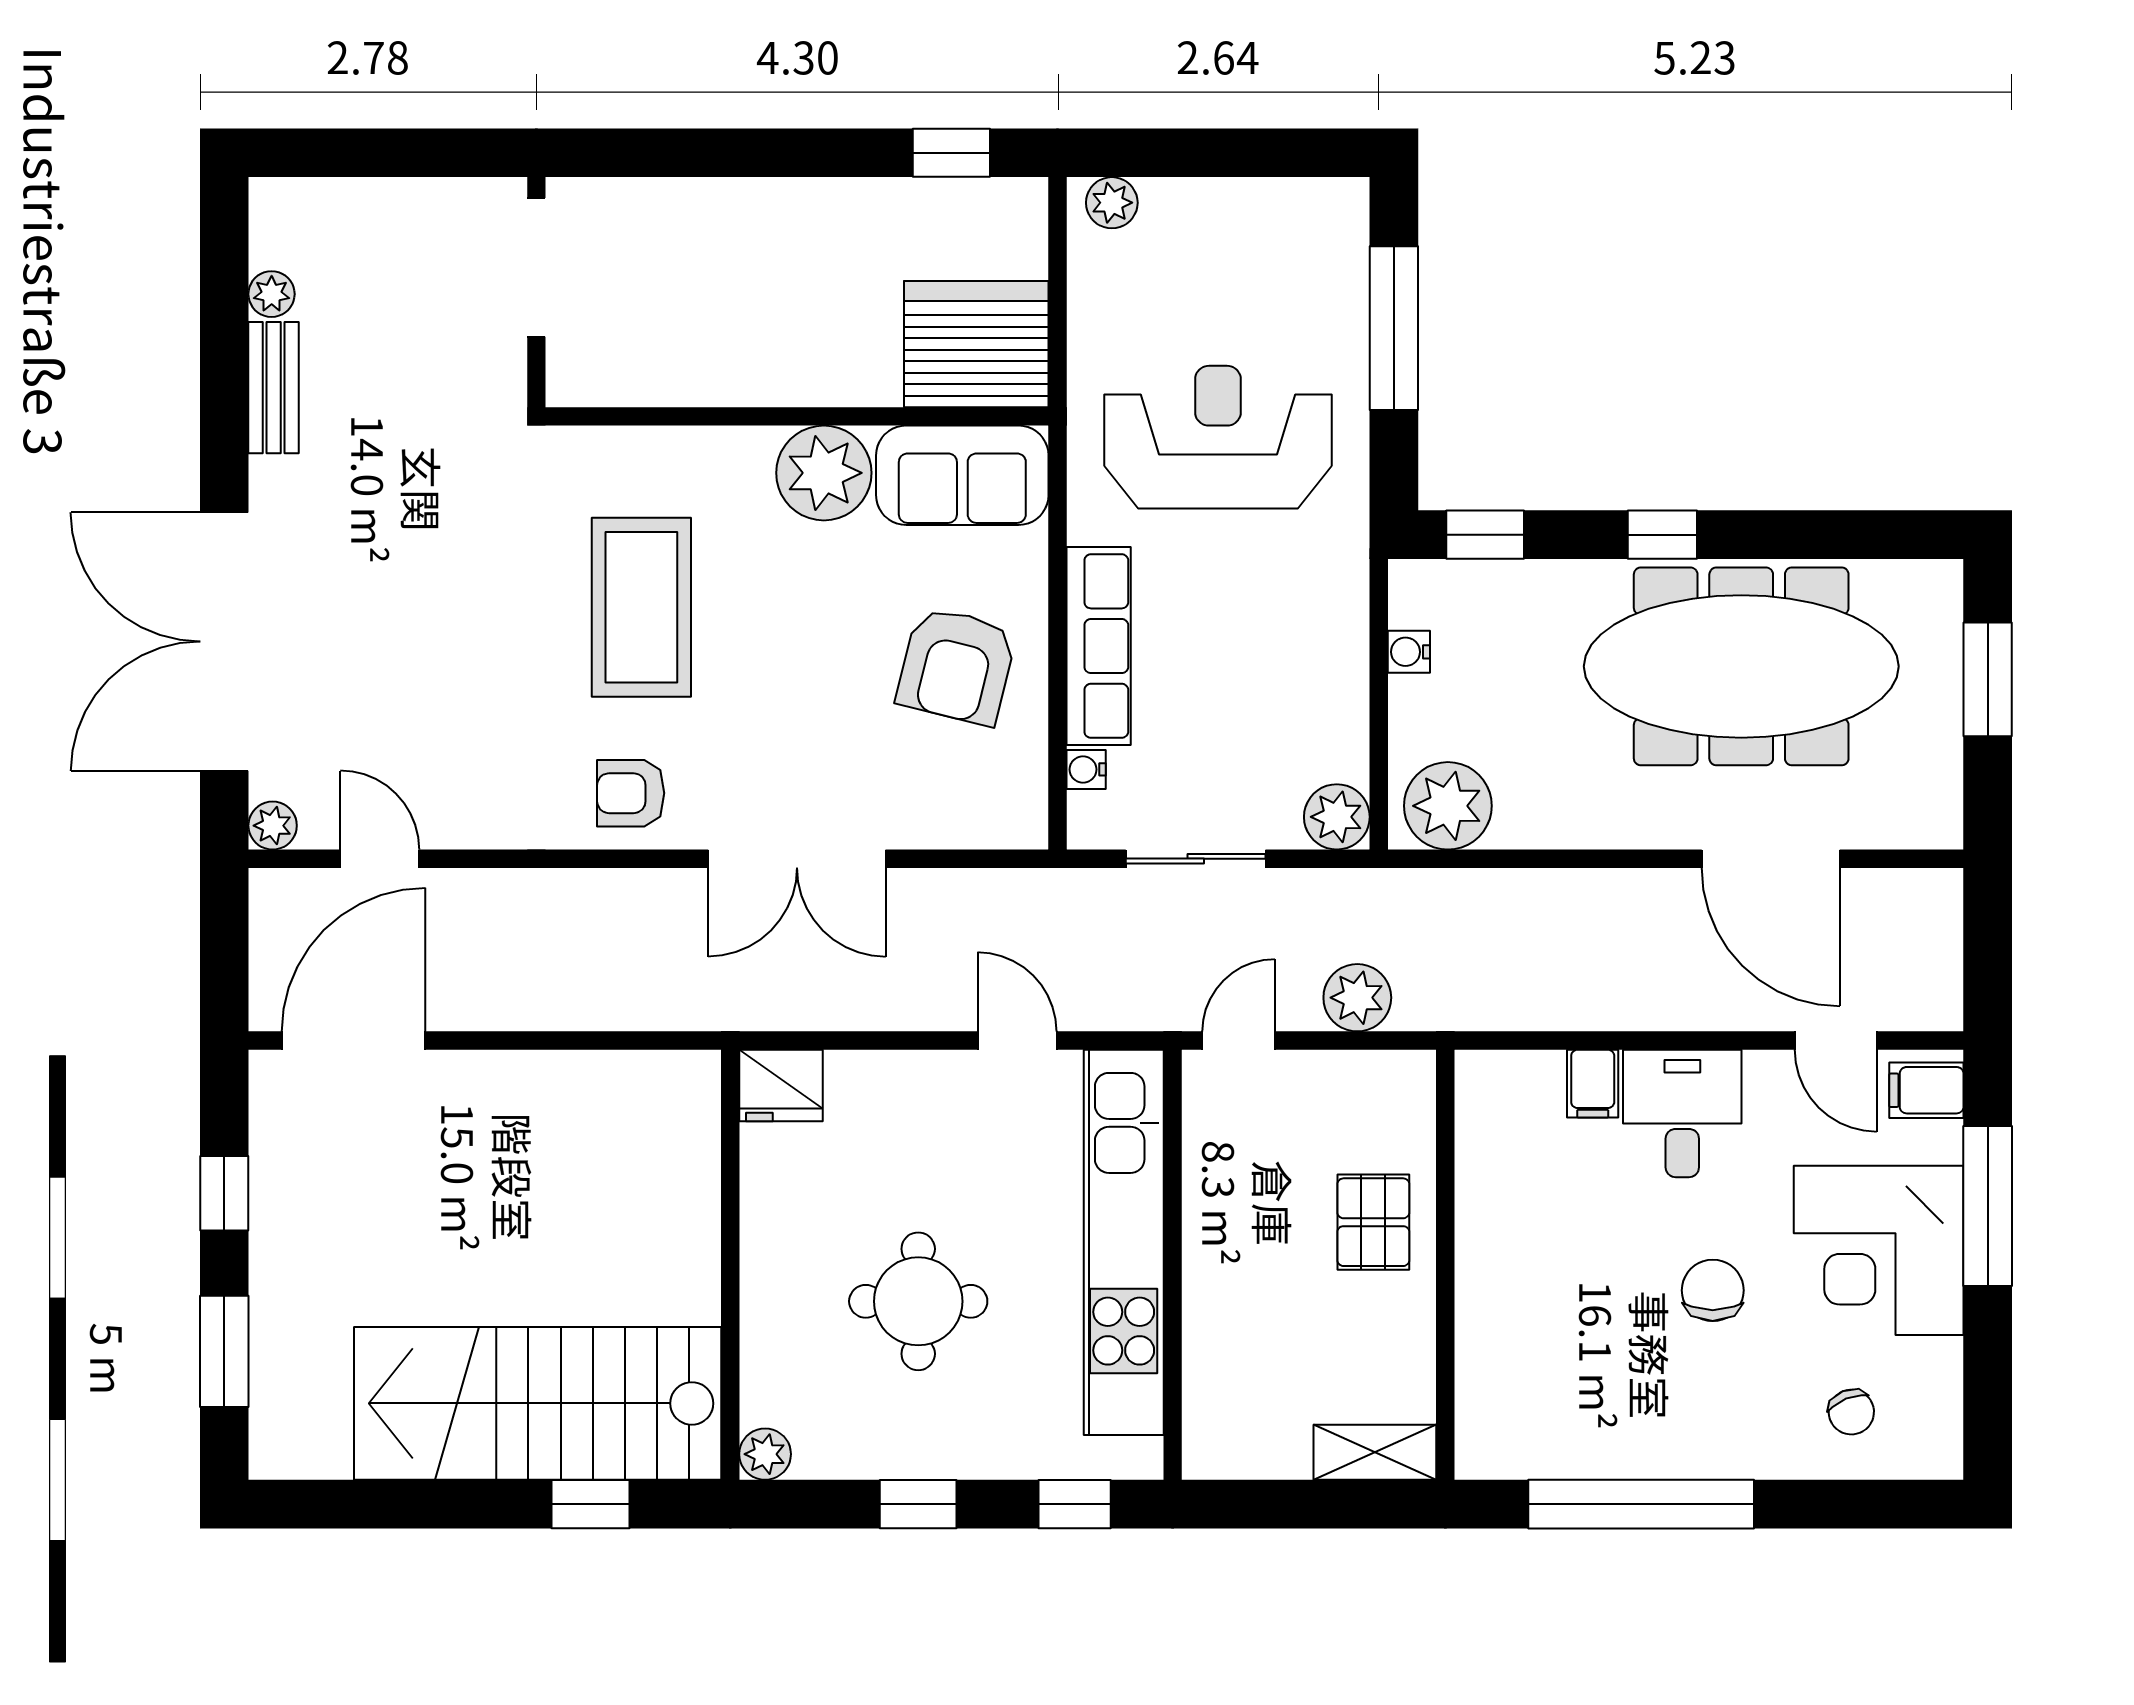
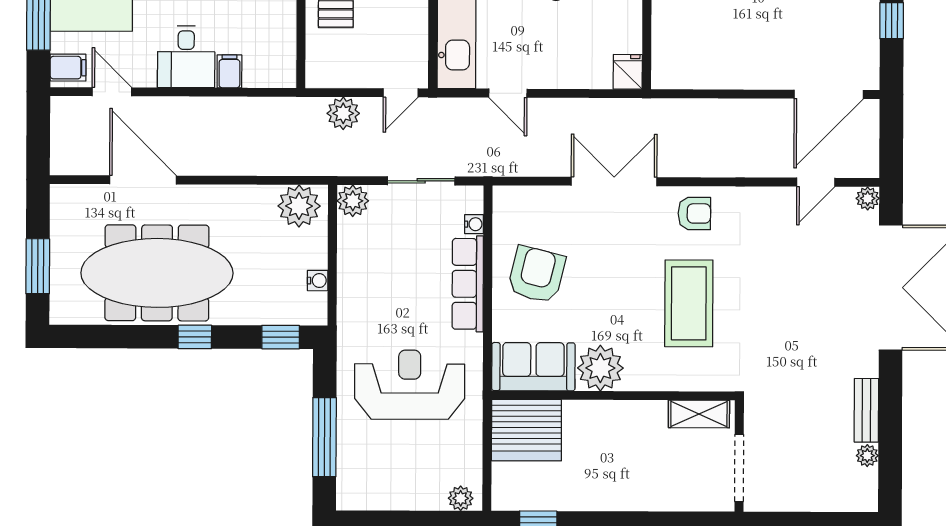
shelving: (620, 379) -> (699, 414), added
reception desk: (1218, 437) -> (410, 385), turned 180
door: (380, 859) -> (816, 182), hinge flipped
fridge: (781, 1085) -> (628, 72), width x0.72

